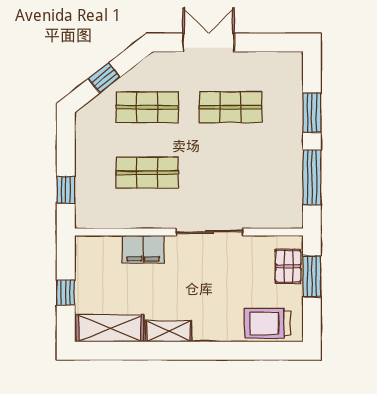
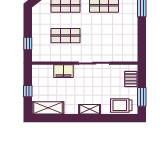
window: (312, 177) -> (142, 38), removed
window: (312, 276) -> (142, 97), moved
shelving: (169, 331) -> (90, 109), moved

